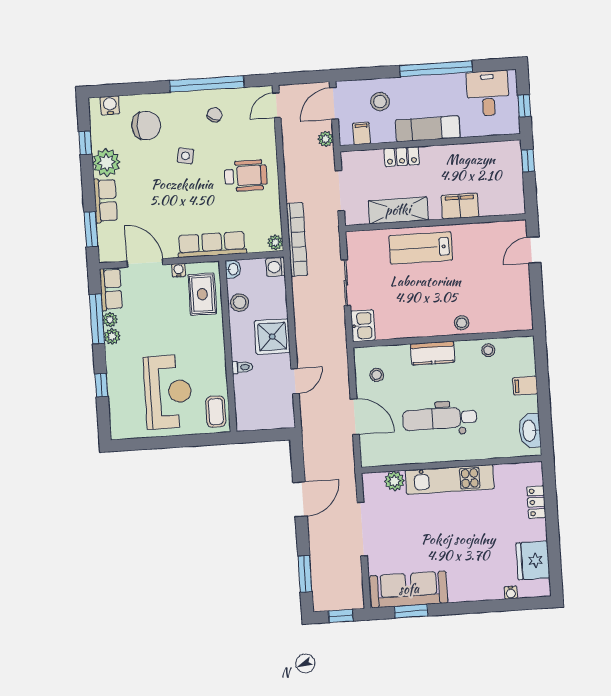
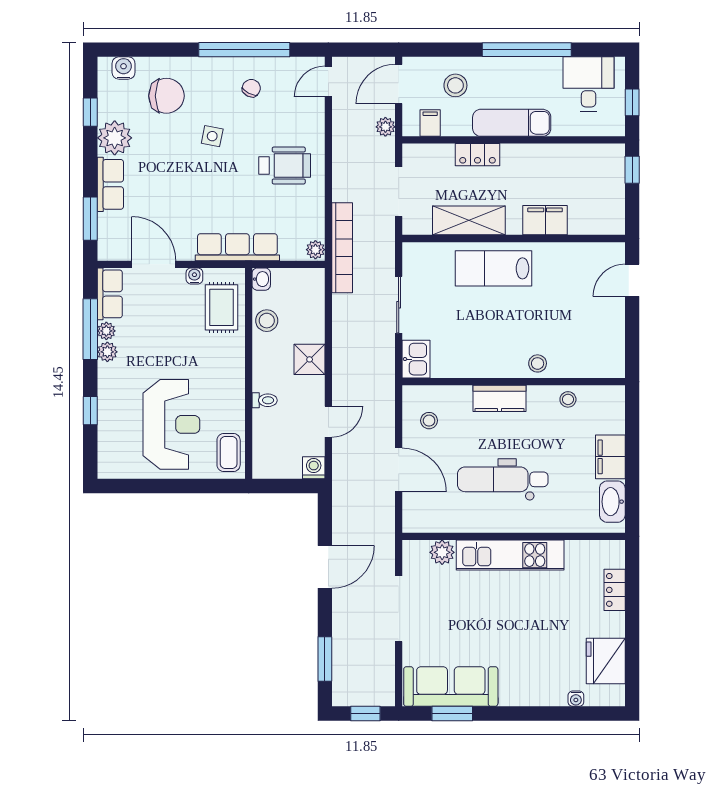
washing machine: (276, 267) -> (314, 468), moved, turned 90
shower: (272, 337) -> (310, 359), width x0.73, depth x0.73
filing cabinet: (525, 386) -> (610, 457), width x2.00

